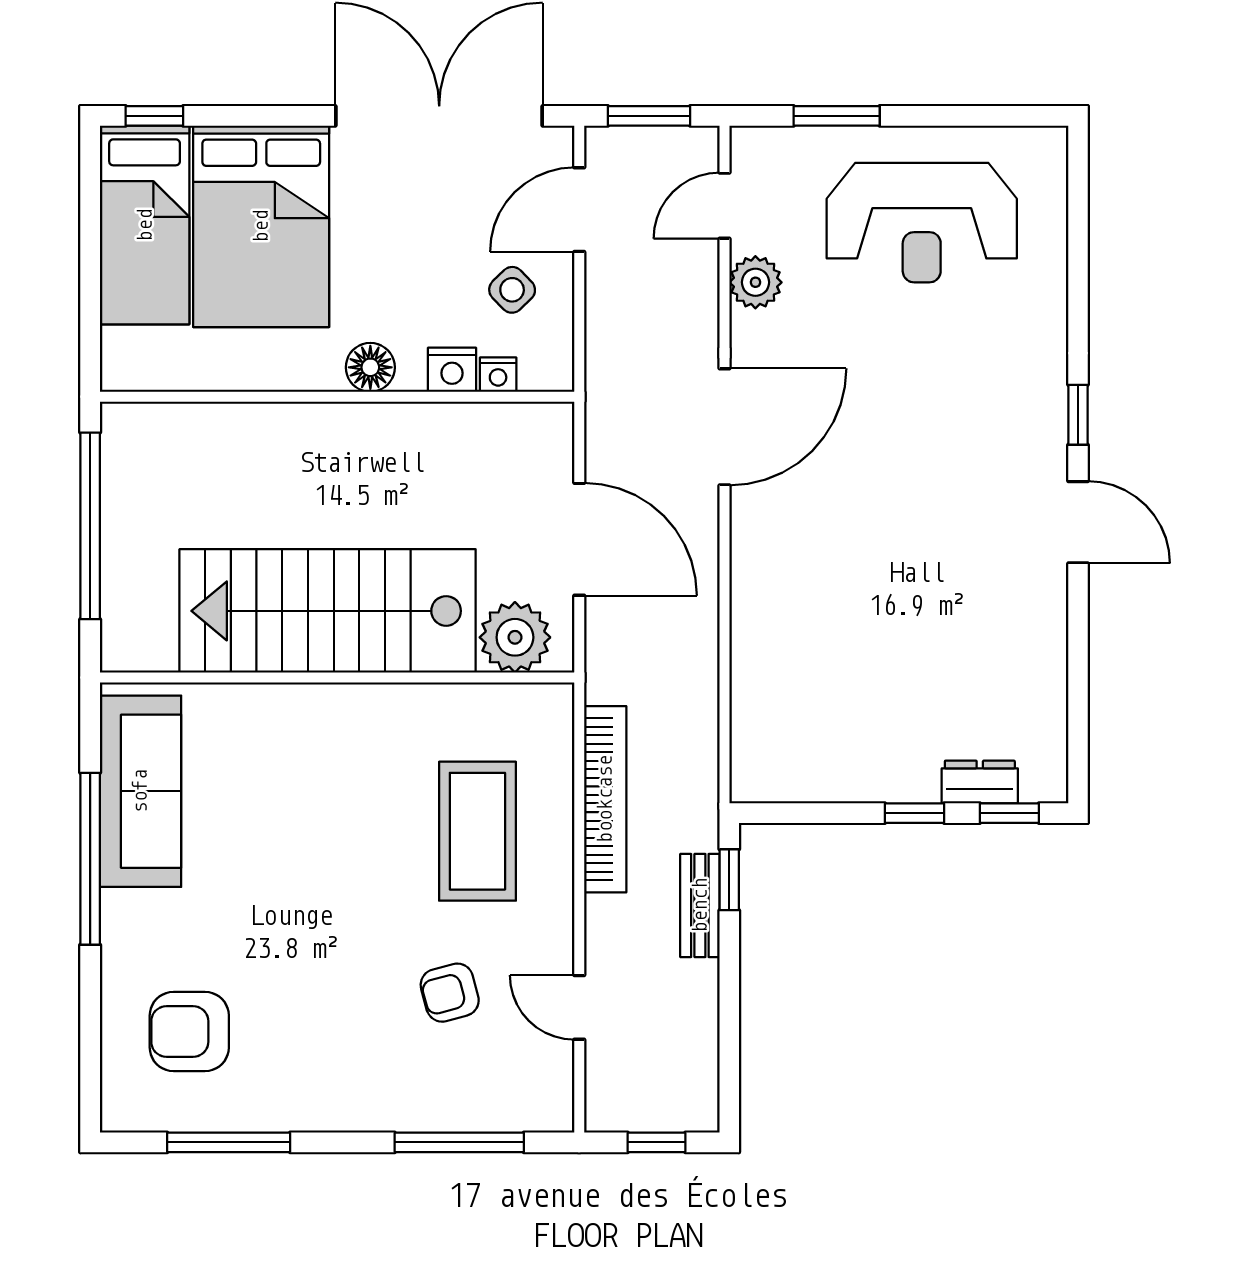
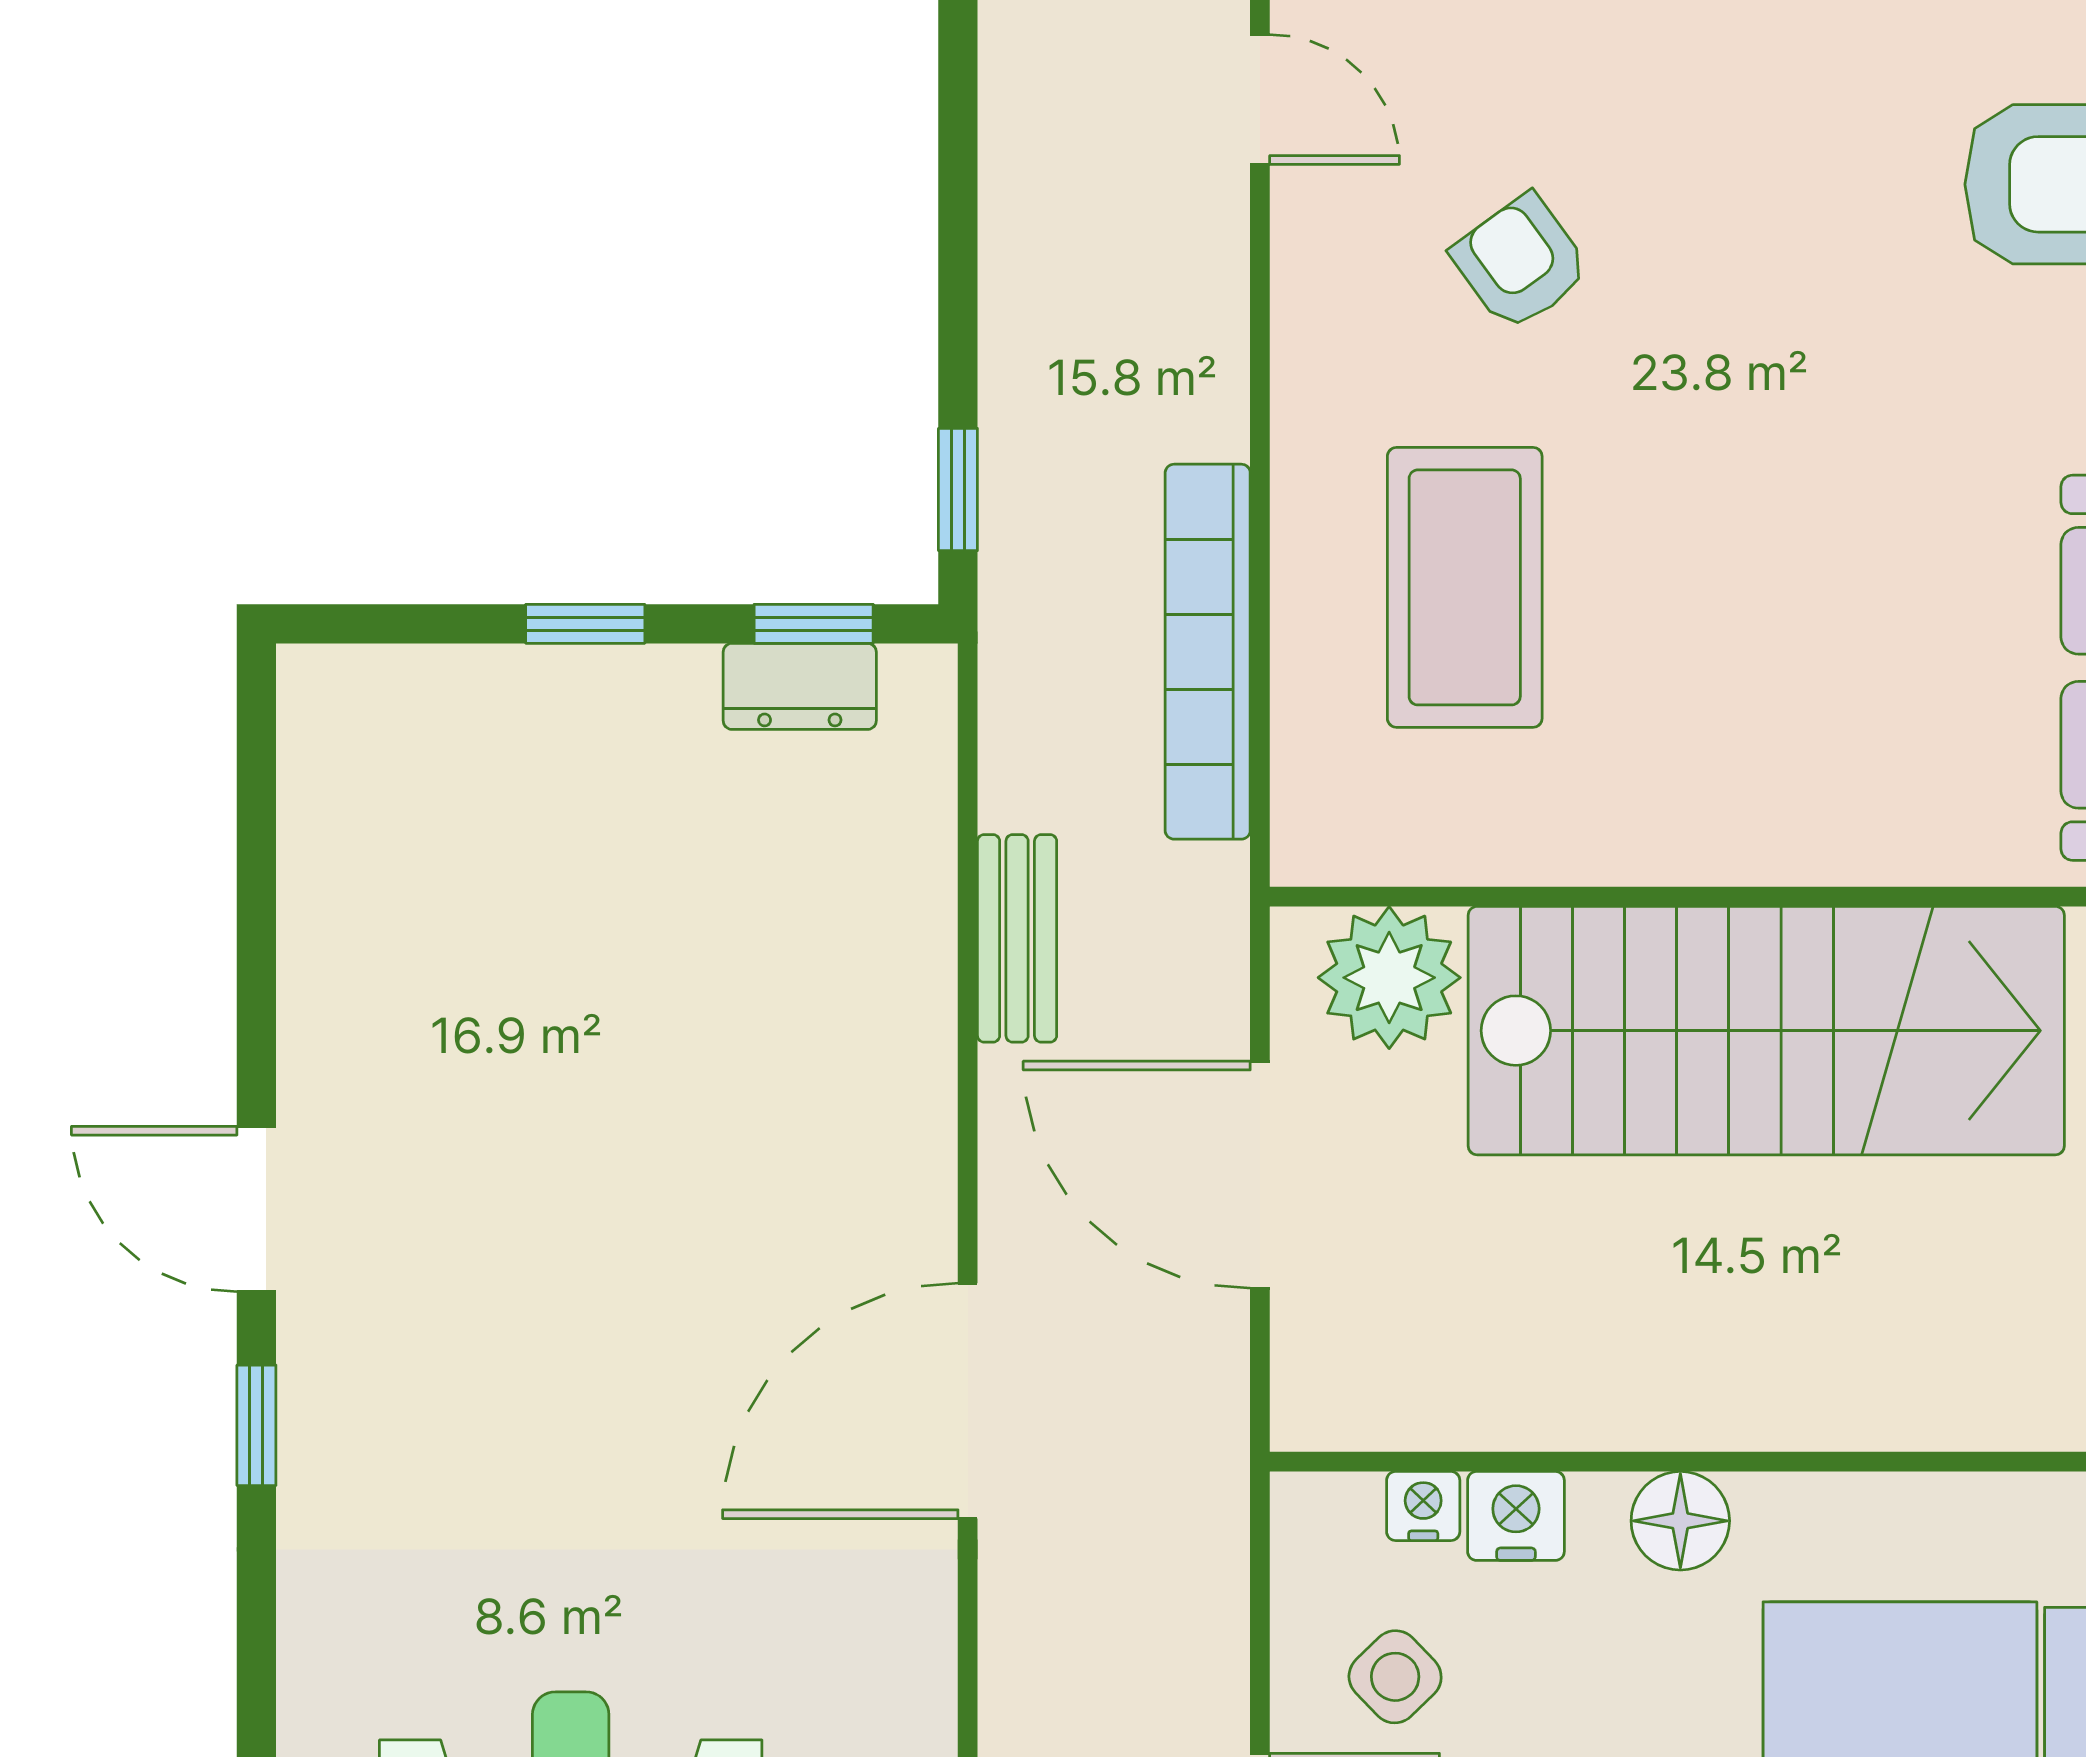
plant: (755, 282) -> (905, 1692), removed
dresser: (980, 782) -> (800, 686), moved
window: (1009, 813) -> (814, 624), moved
bench: (700, 905) -> (1017, 938), moved
armchair: (450, 993) -> (1521, 263), turned -111
door: (579, 1007) -> (1260, 99), moved

